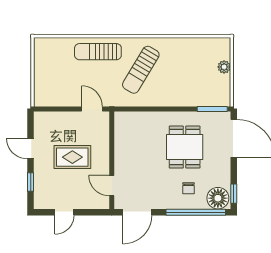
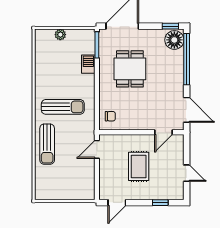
sun lounger: (141, 70) -> (63, 107), turned -31
barbecue: (190, 99) -> (88, 64), added
dining table: (185, 147) -> (130, 69), turned 90
door: (31, 148) -> (117, 203), moved
chair: (188, 188) -> (110, 116), moved

